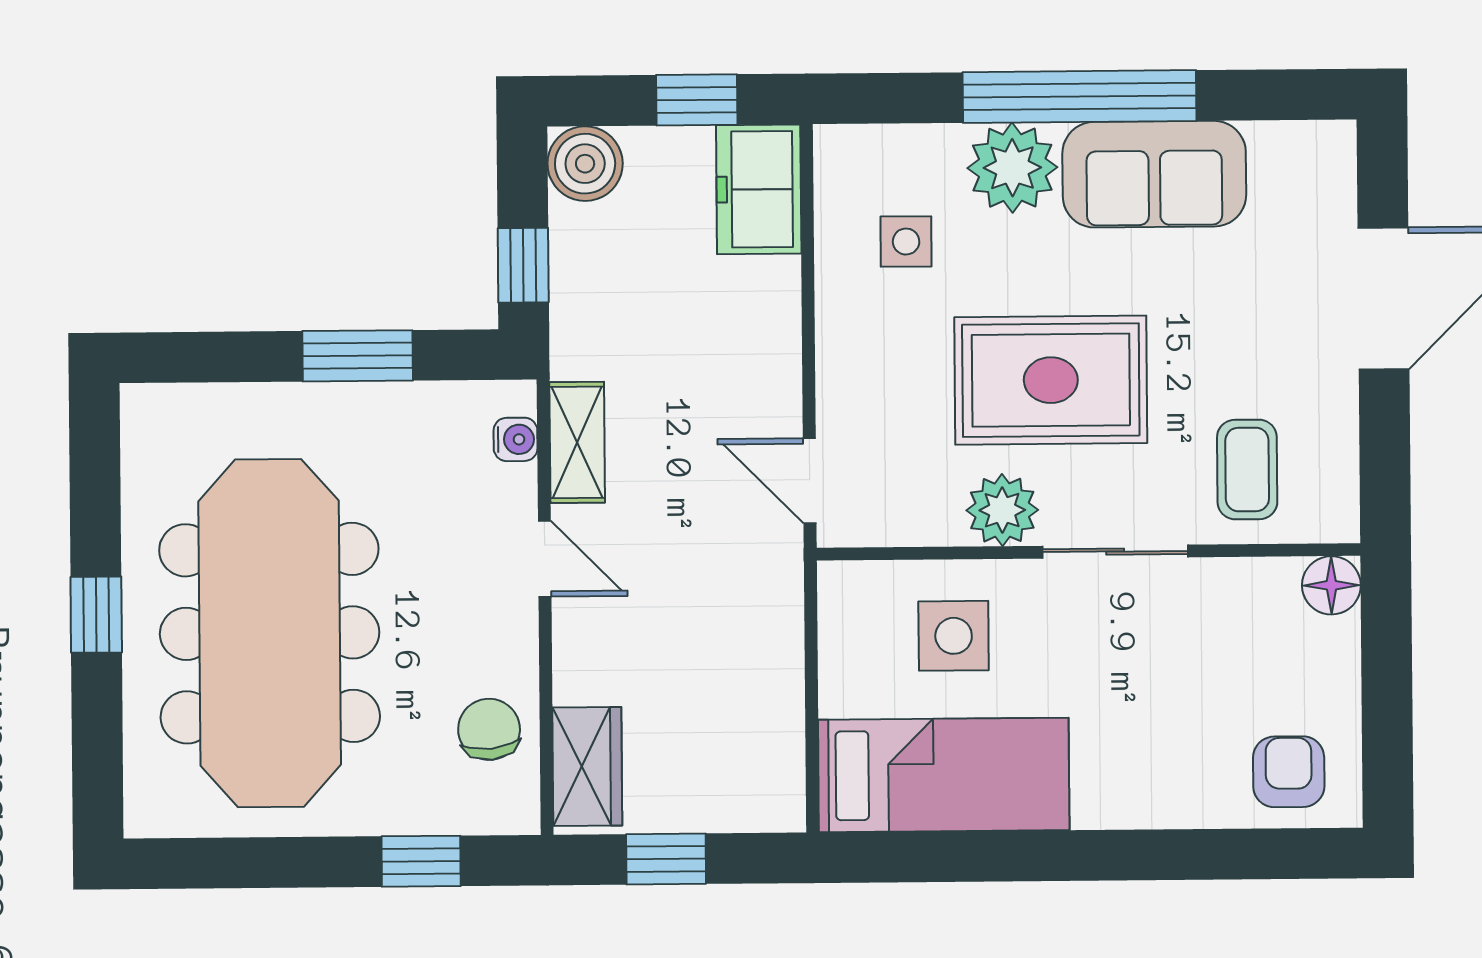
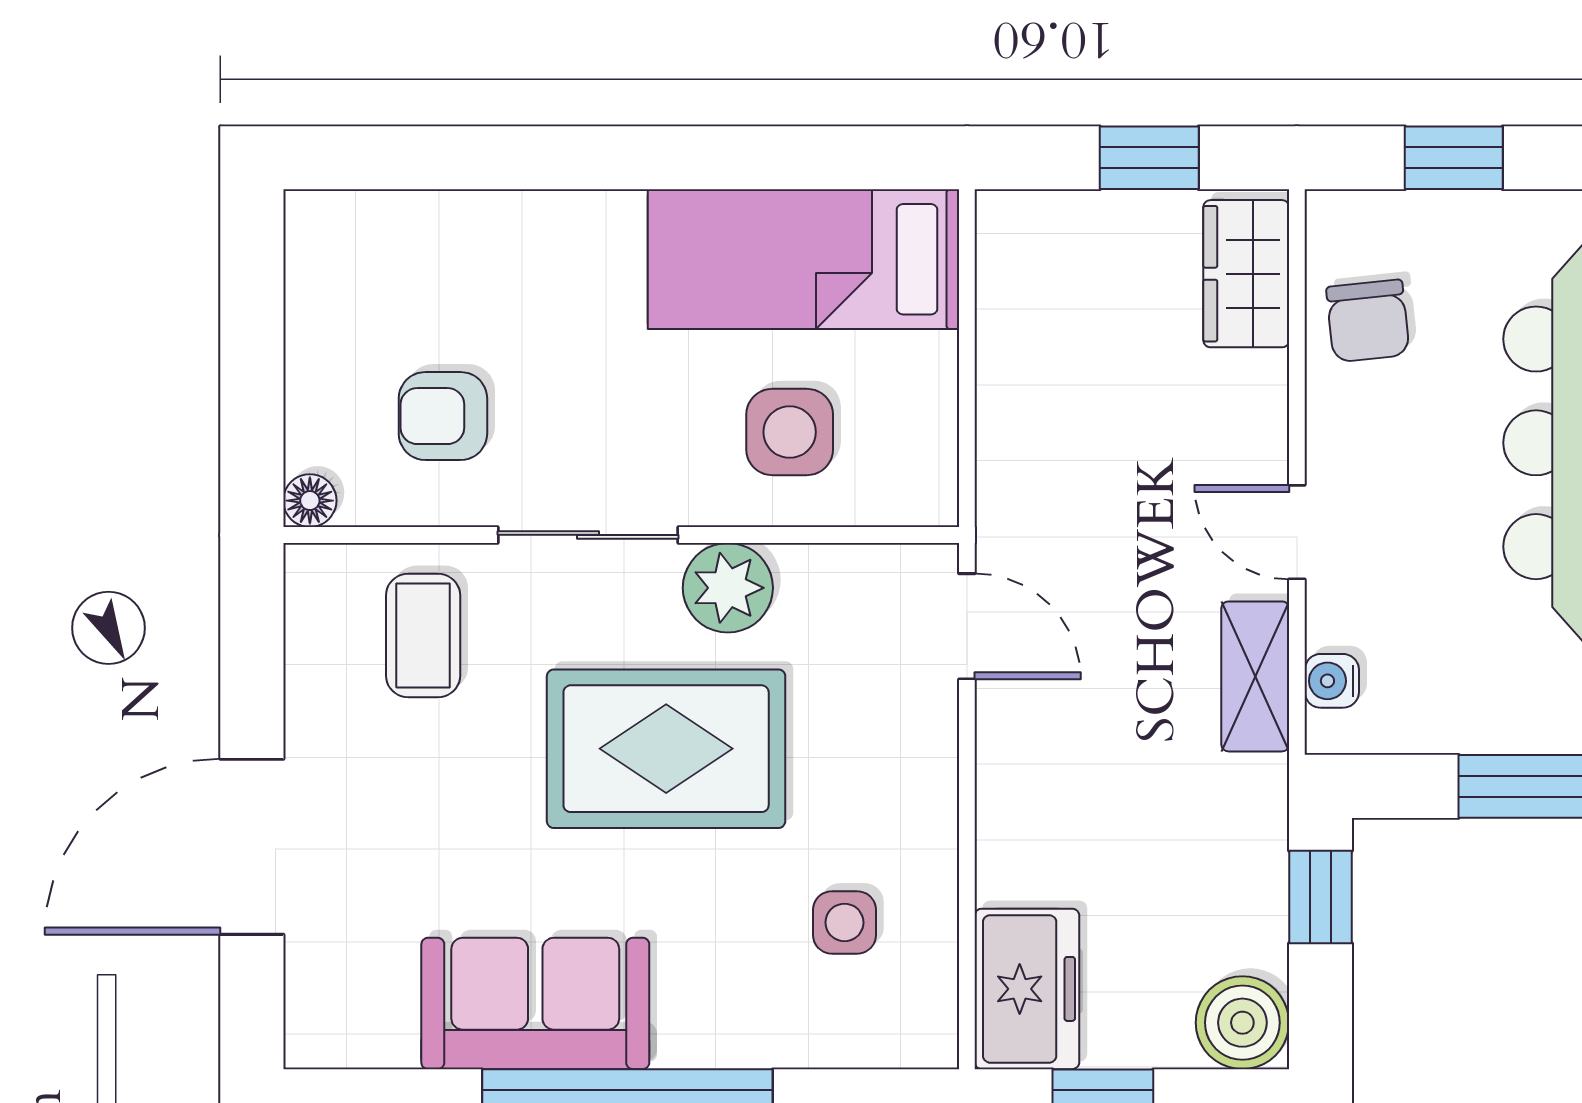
plant: (1012, 168) -> (712, 1013), removed
floor lamp: (1331, 585) -> (310, 501), width x0.73, depth x0.73
armchair: (1289, 772) -> (443, 416), moved, turned 90

